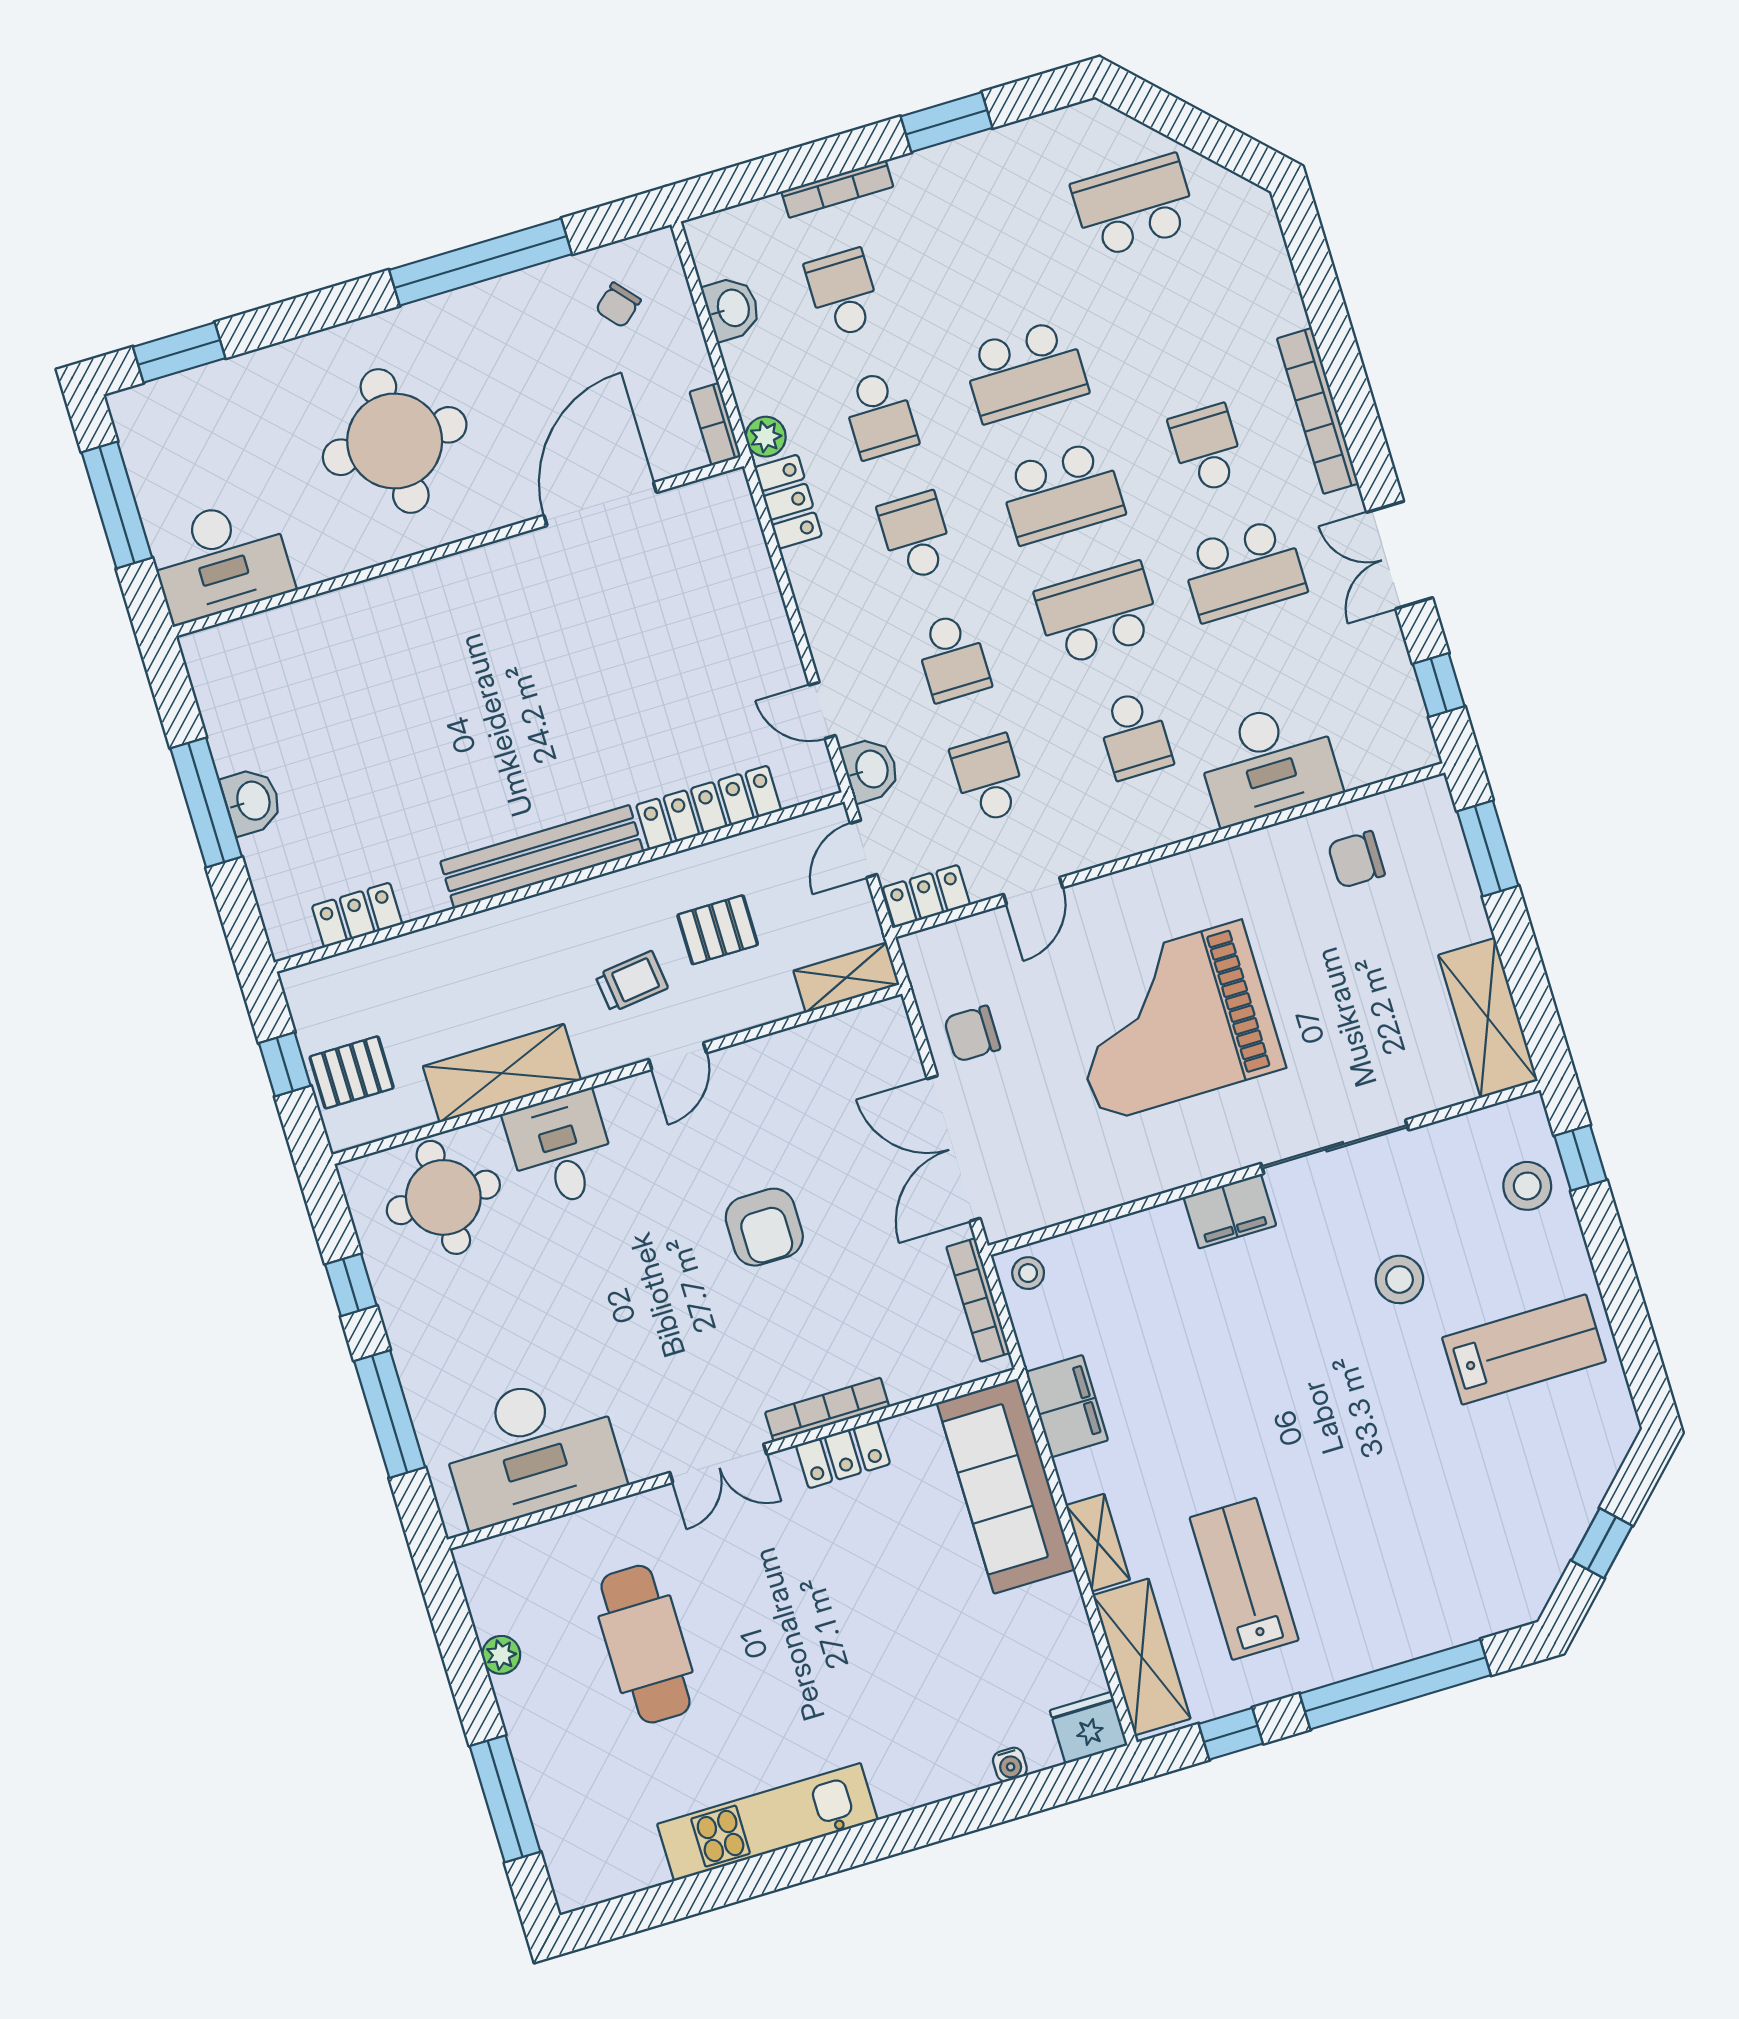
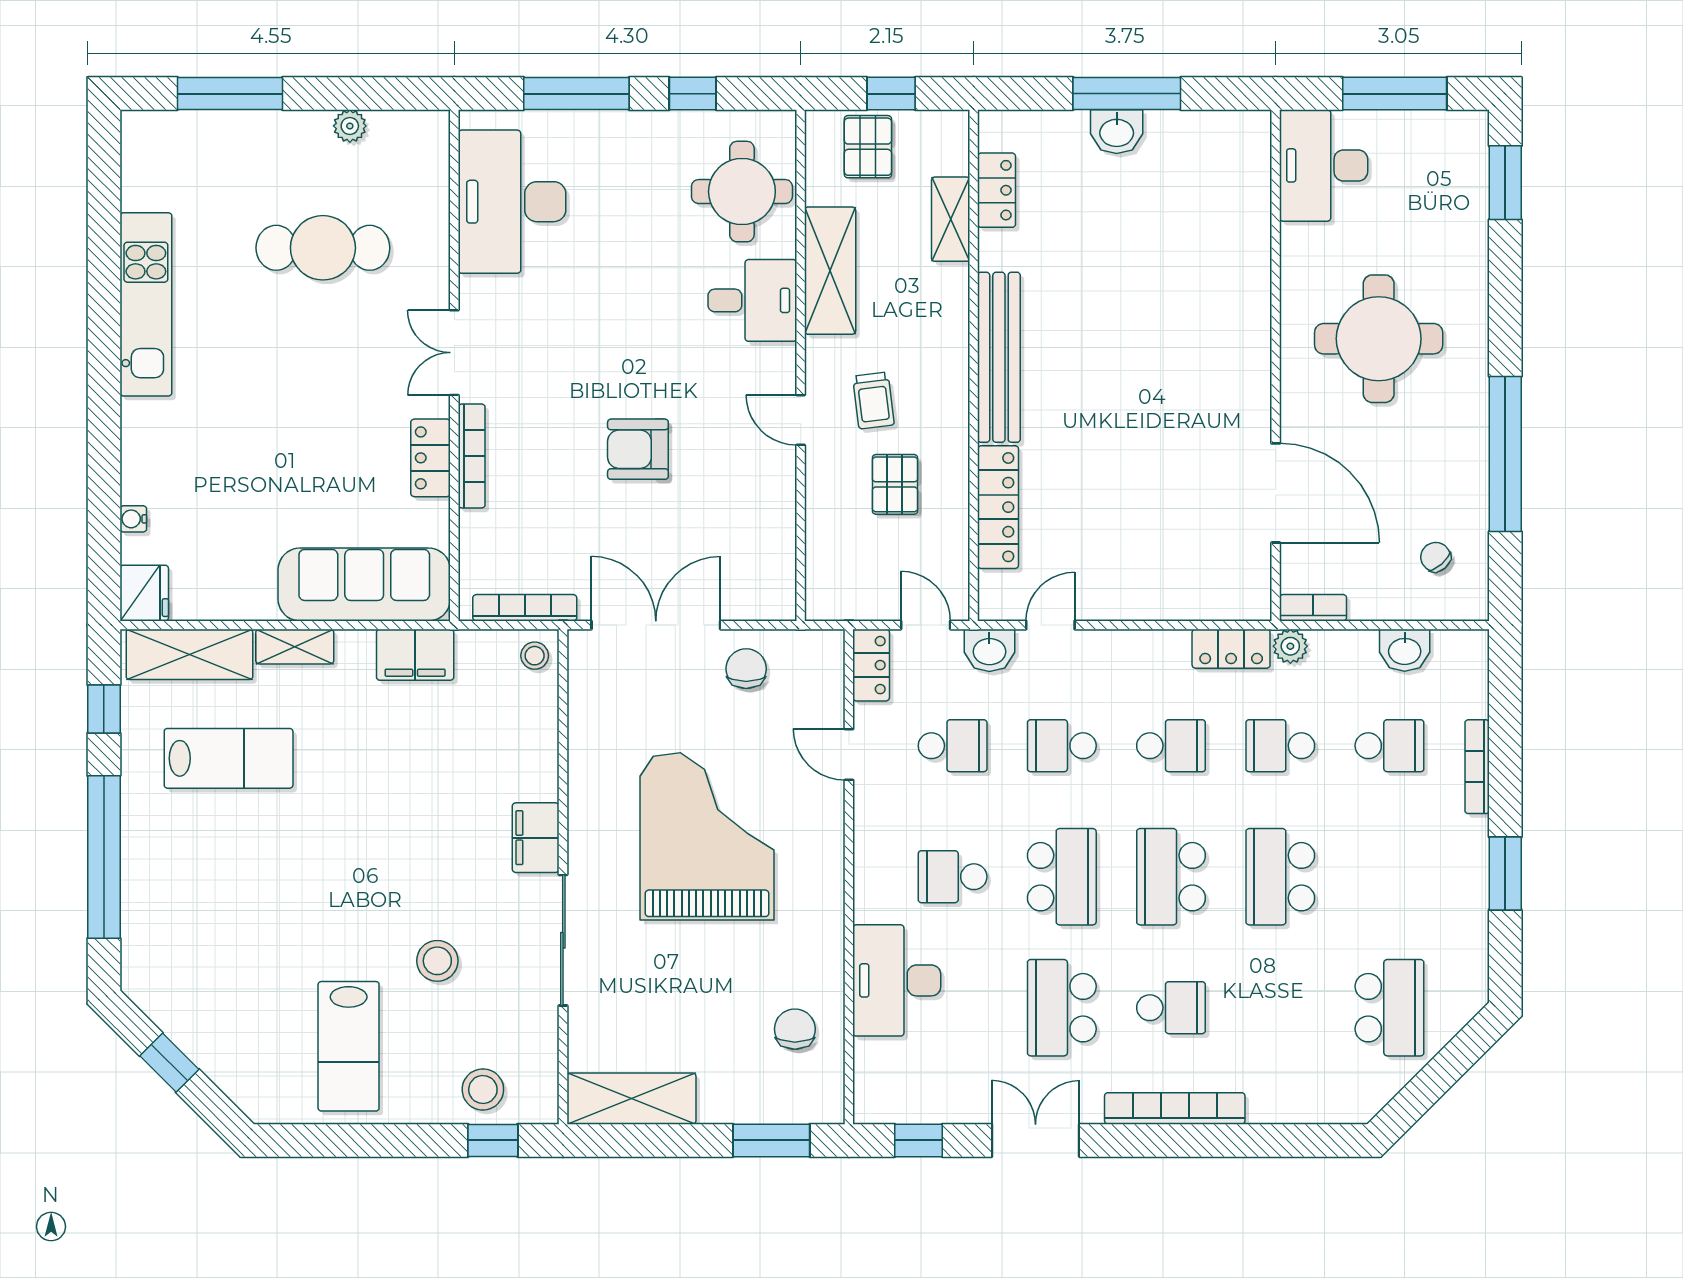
shelving: (846, 978) -> (951, 219), moved

